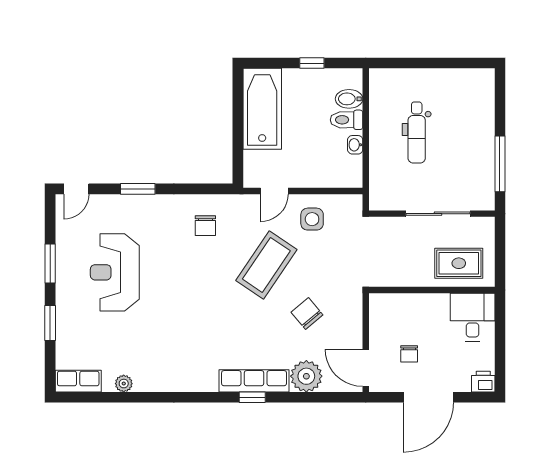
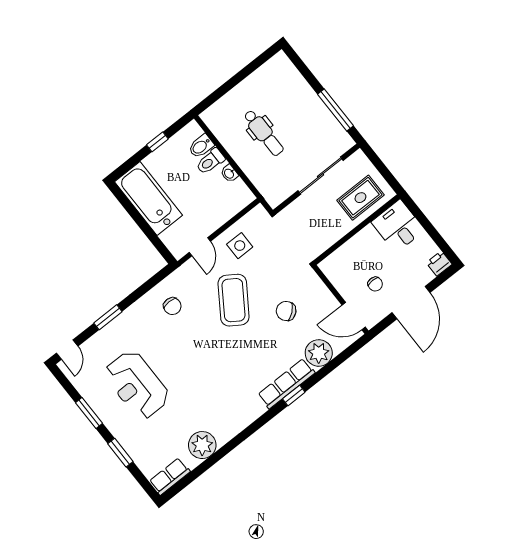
plant: (124, 384) -> (202, 445), width x1.88, depth x1.88

